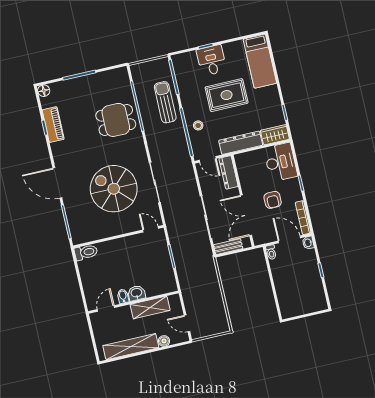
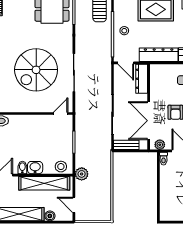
spiral stairs: (114, 189) -> (36, 70), turned -90
door: (151, 229) -> (61, 114), hinge flipped
plant: (264, 238) -> (160, 145), added
stool: (164, 286) -> (61, 167), added
plant: (188, 288) -> (82, 174), added
shelving: (150, 307) -> (44, 183), width x1.47

